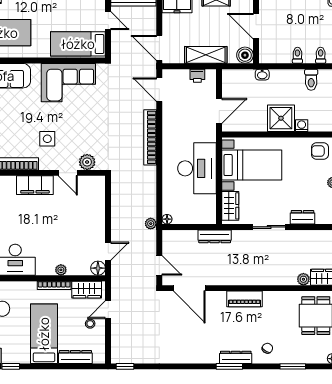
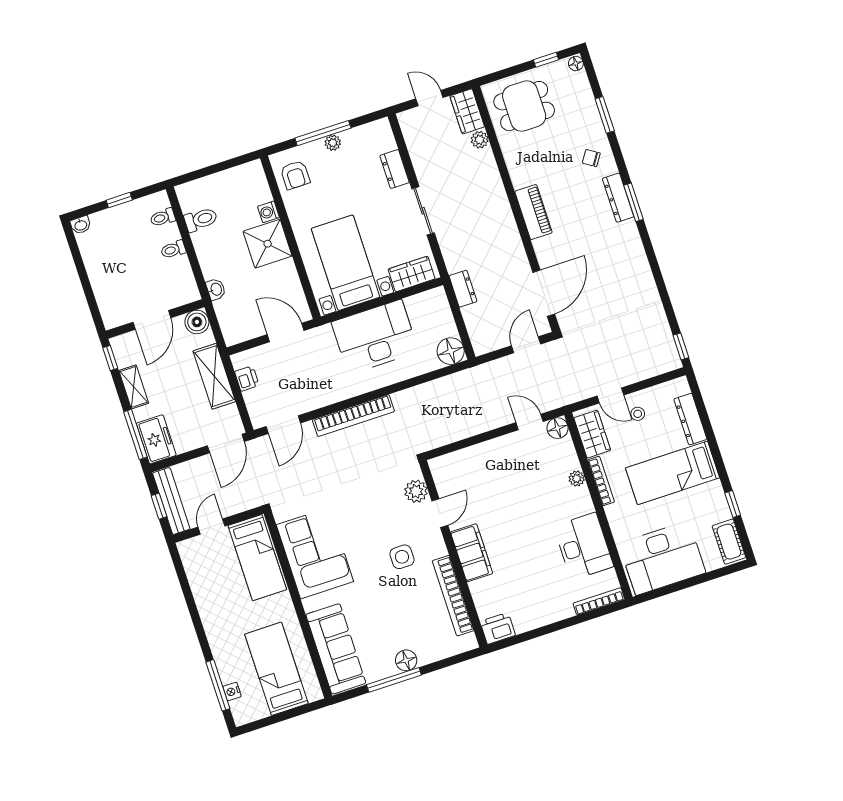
floor lamp: (167, 219) -> (451, 351), width x1.89, depth x1.89
plant: (151, 224) -> (472, 376), removed
dresser: (215, 236) -> (463, 289), width x0.70

